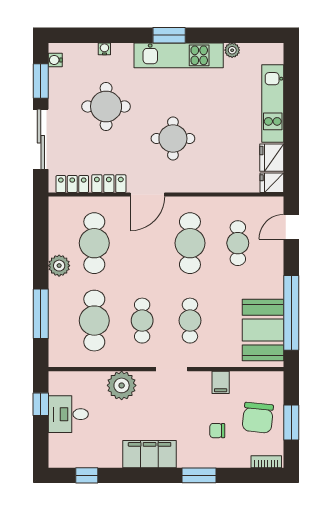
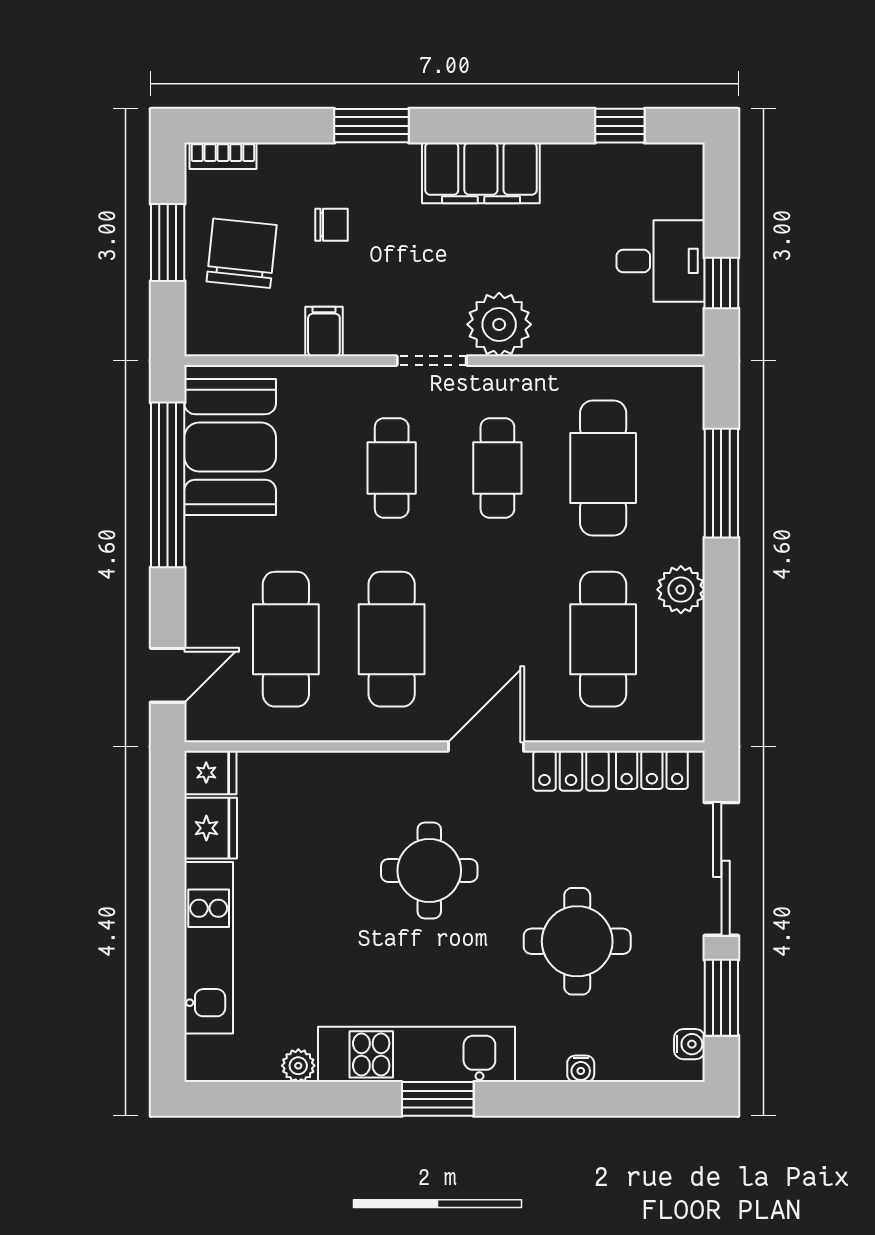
cafe table: (238, 243) -> (286, 639), width x1.37, depth x1.35
plant: (122, 385) -> (499, 324), moved

